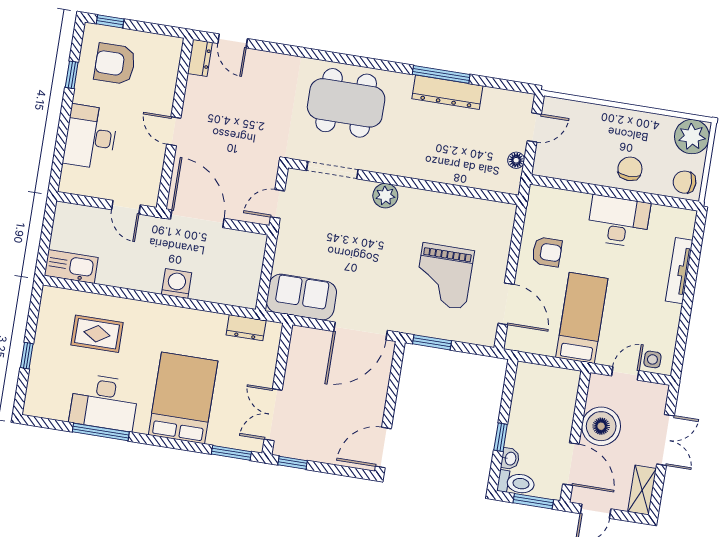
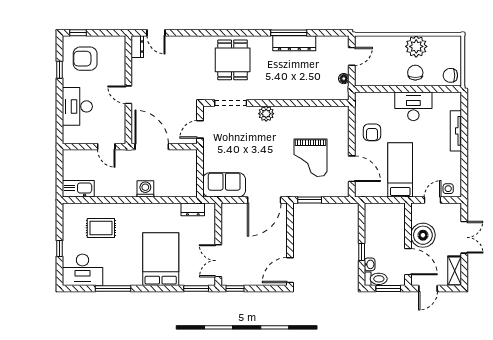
dining table: (346, 103) -> (233, 60), width x0.73
plant: (692, 137) -> (416, 46), moved
armchair: (547, 252) -> (372, 132), turned 90
desk: (104, 402) -> (82, 270), moved

